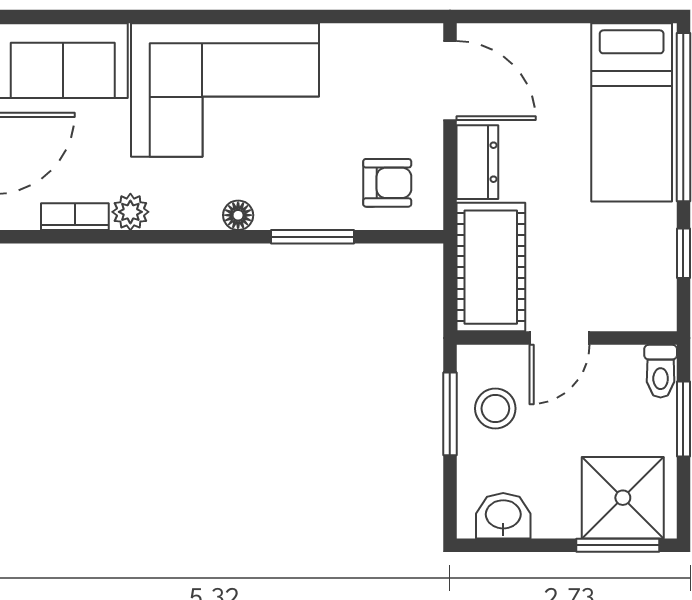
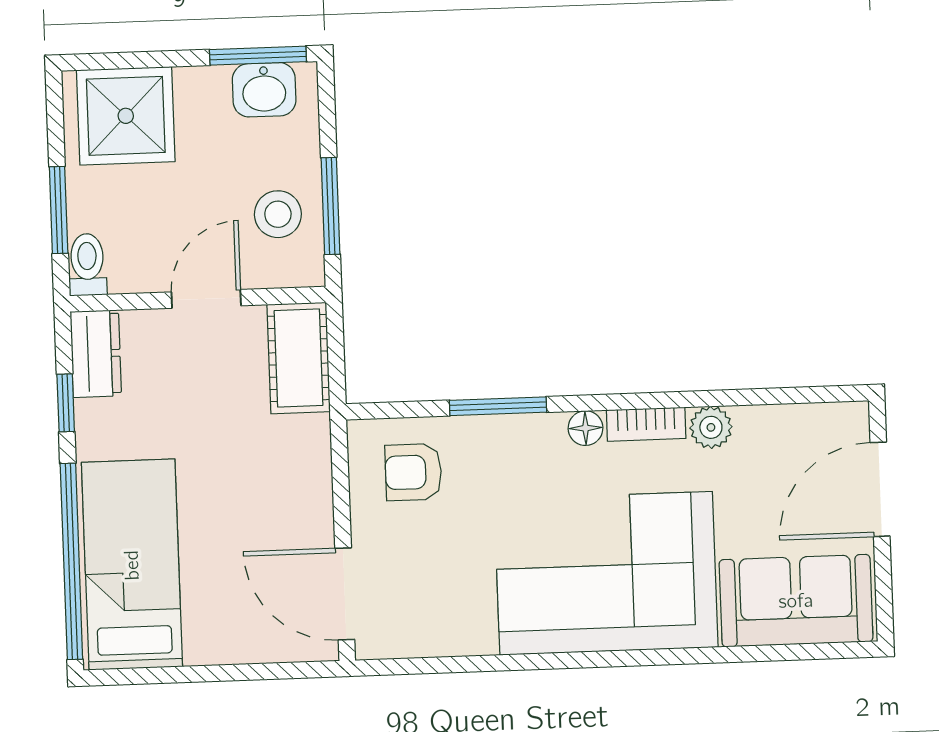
dresser: (477, 162) -> (96, 354), moved, turned 180
bookcase: (75, 217) -> (646, 424), moved
cot: (491, 267) -> (299, 358), width x0.73, depth x0.75
window: (618, 545) -> (258, 56), moved

